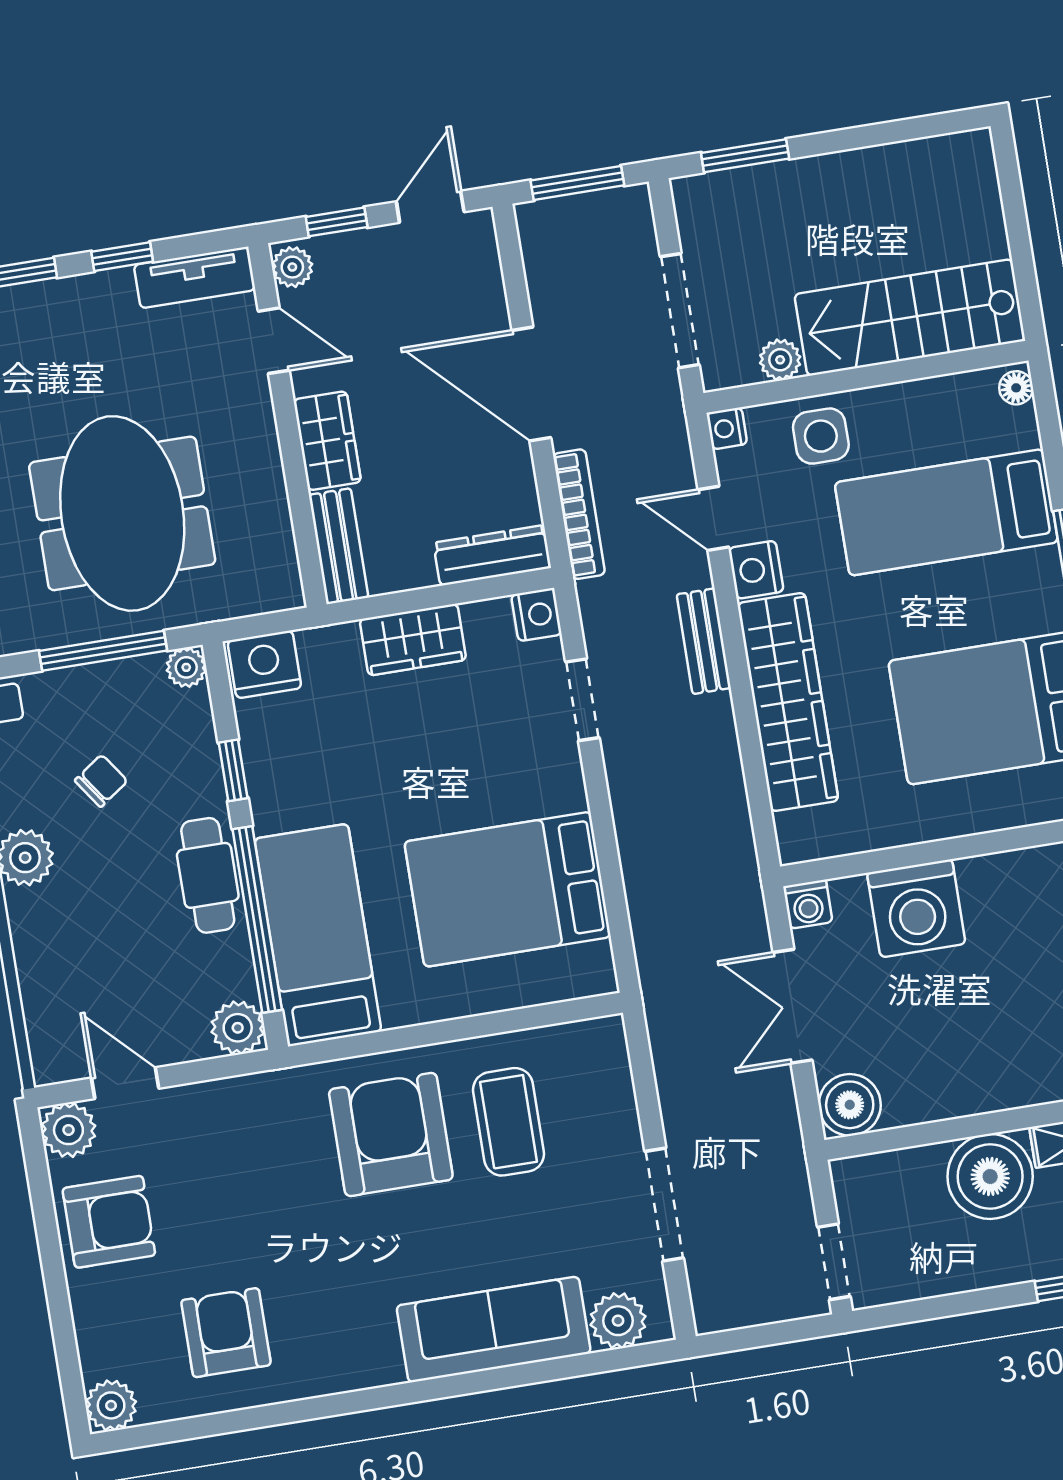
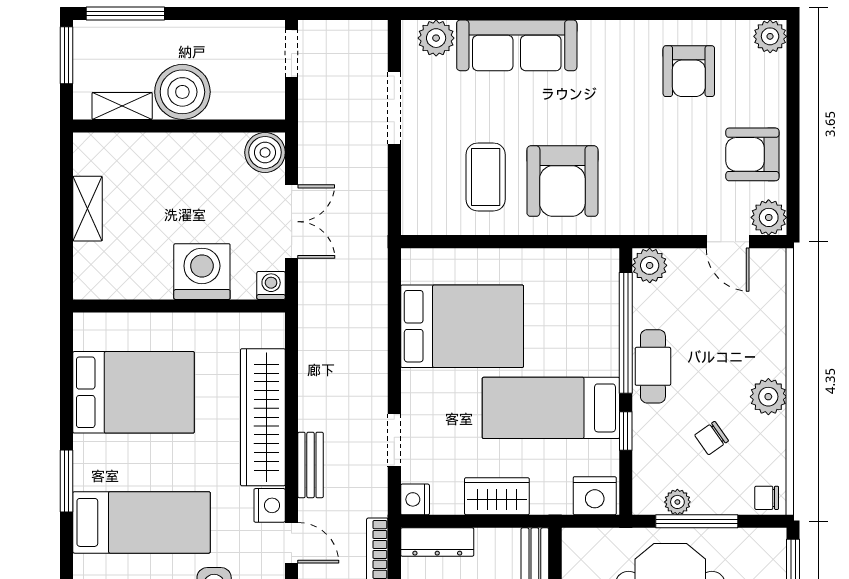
plant: (186, 667) -> (677, 502), moved
bed: (318, 935) -> (551, 408), moved, turned 90

